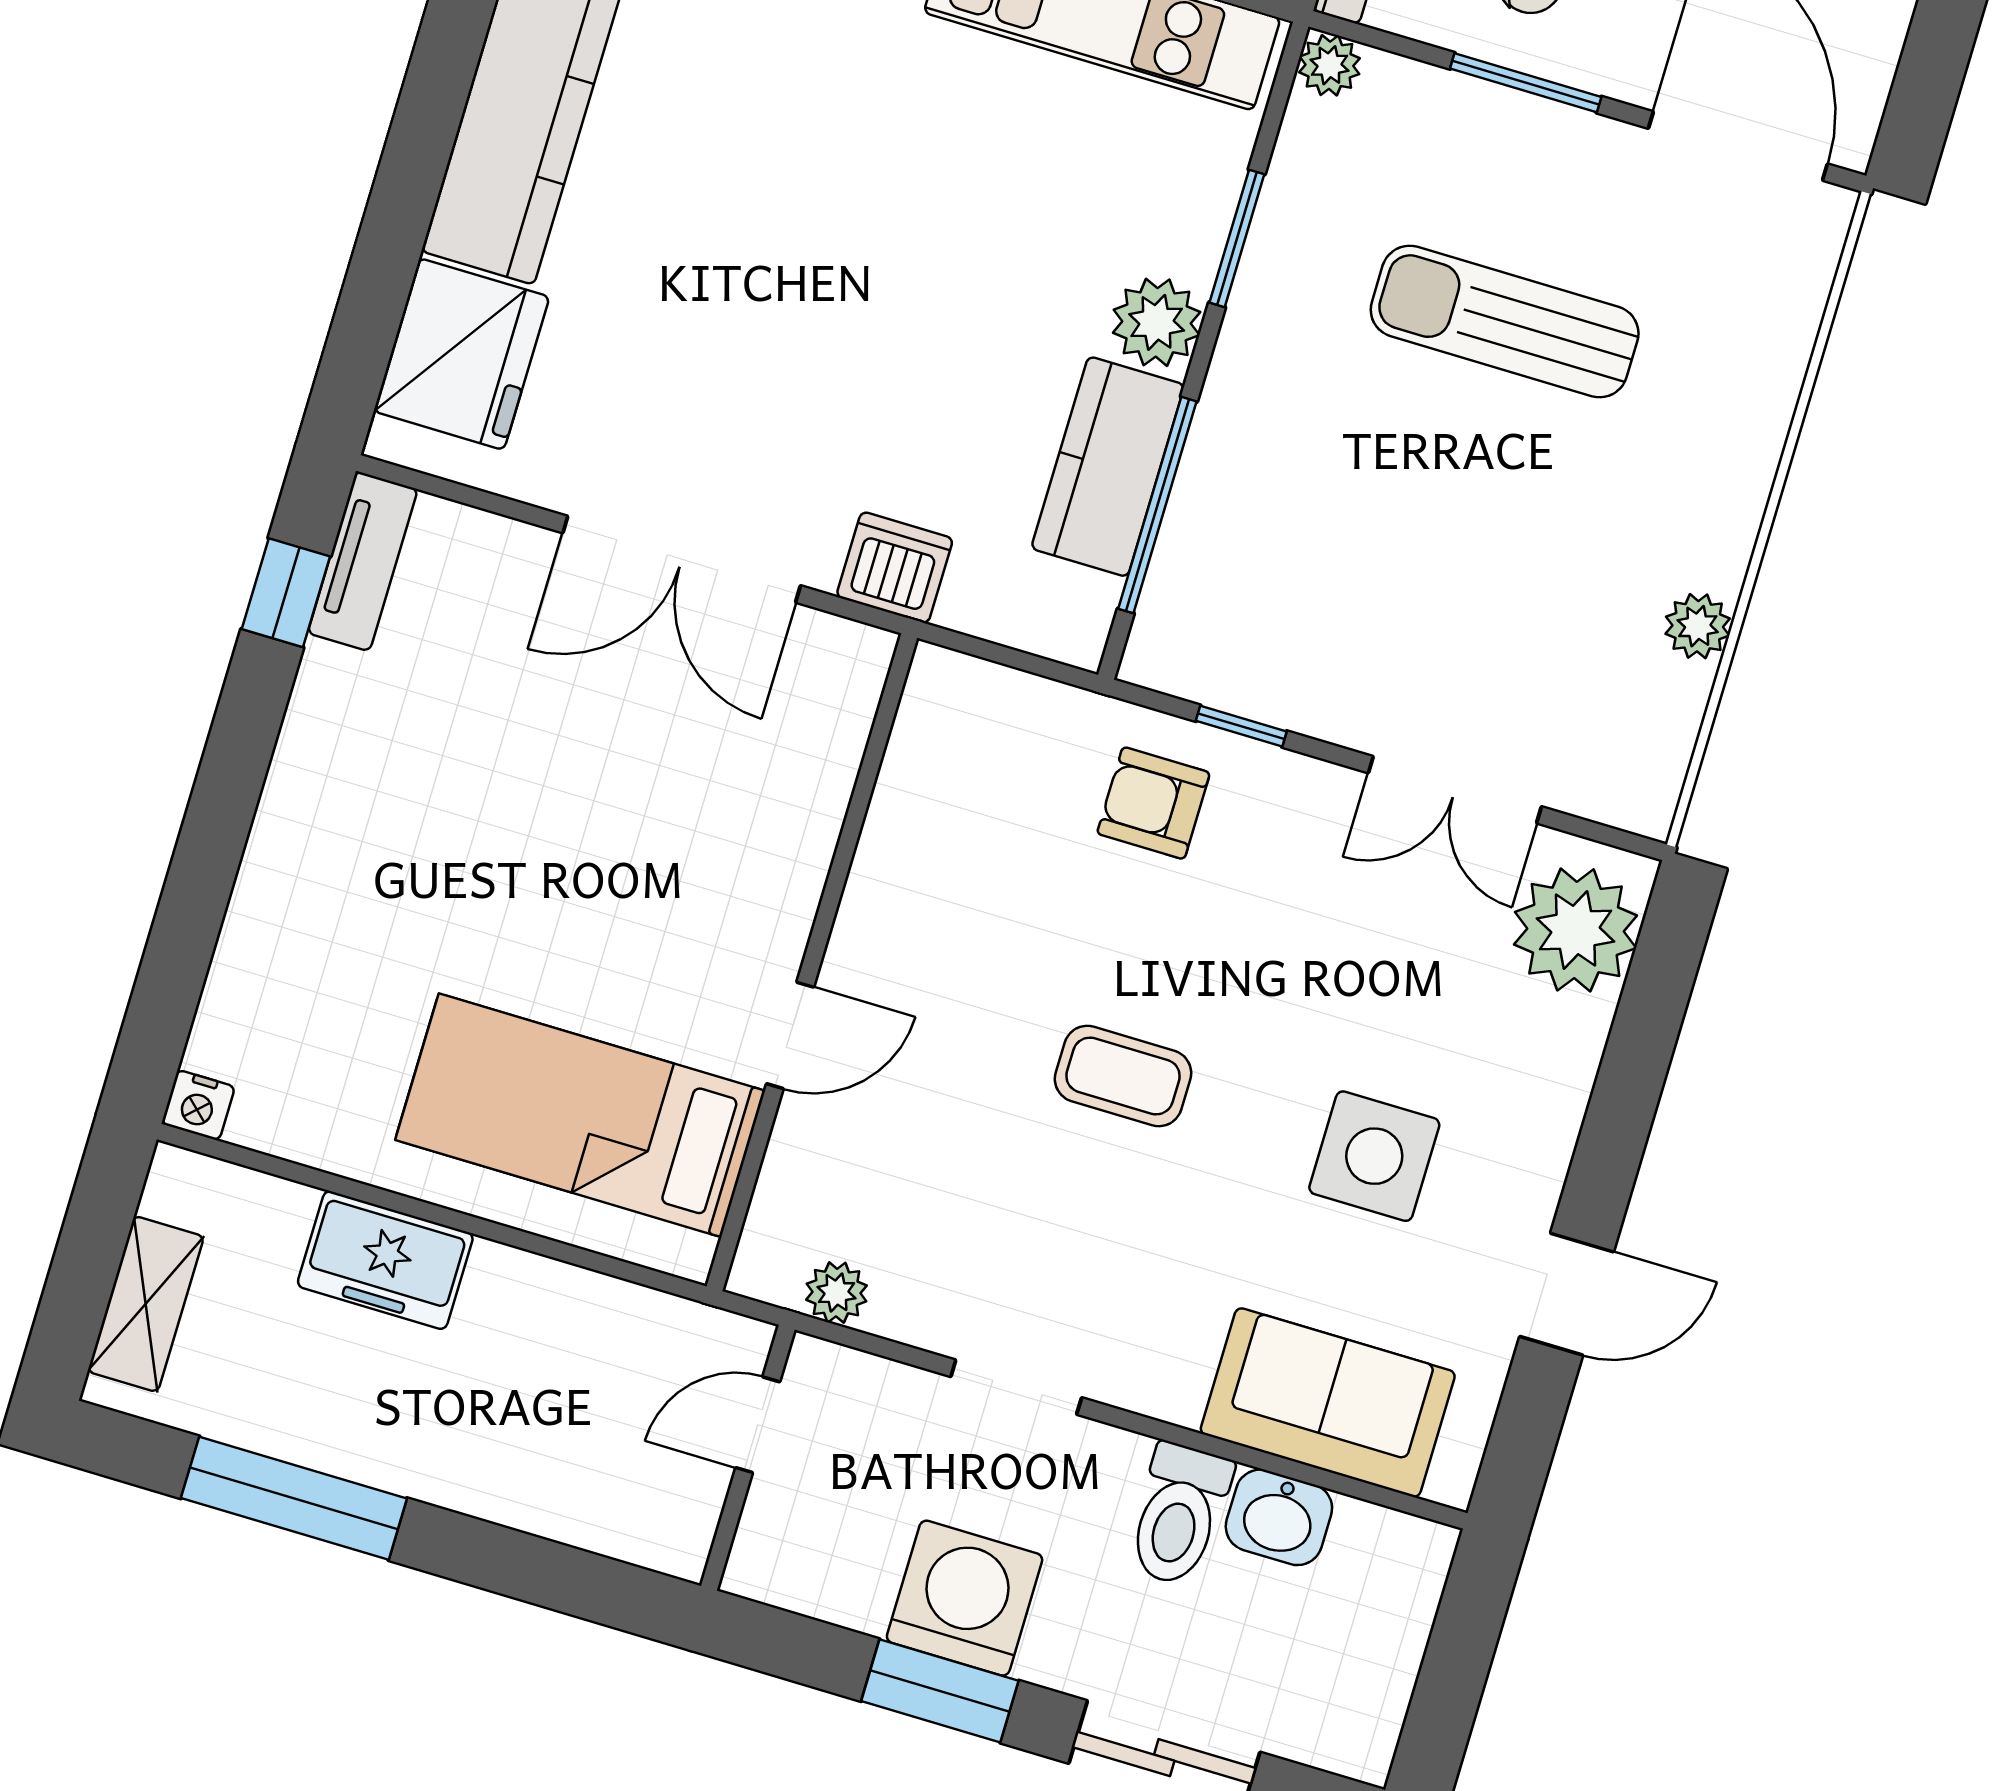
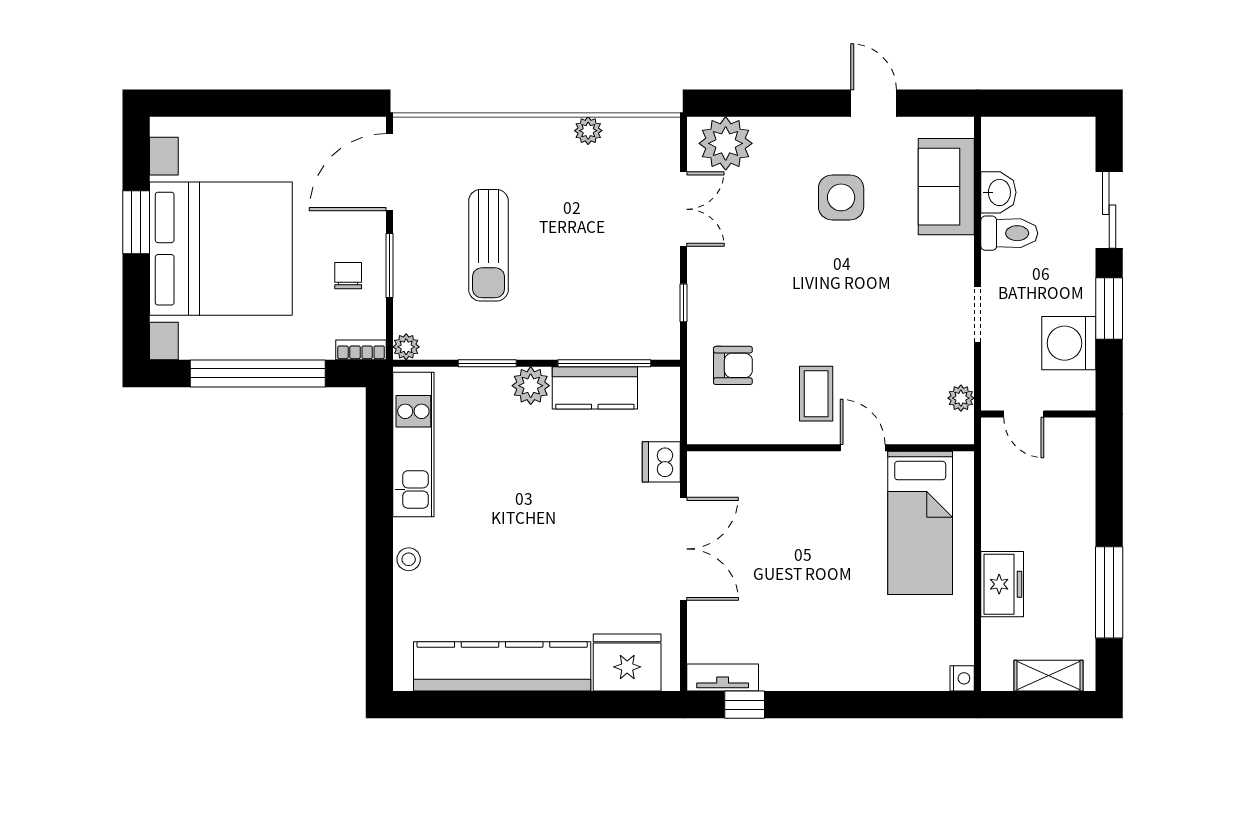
armchair: (1153, 803) -> (733, 365), moved, turned -90
coffee table: (1123, 1076) -> (816, 394), moved
washing machine: (965, 1598) -> (1069, 343), moved

